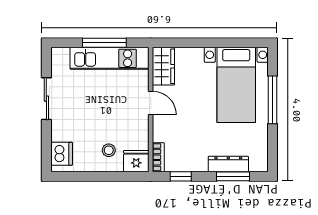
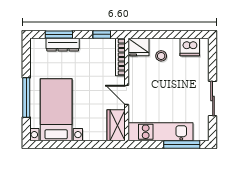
window: (104, 43) -> (182, 144), moved
dishwasher: (62, 154) -> (190, 47), moved, turned -90
bookcase: (158, 157) -> (120, 57), width x1.56

